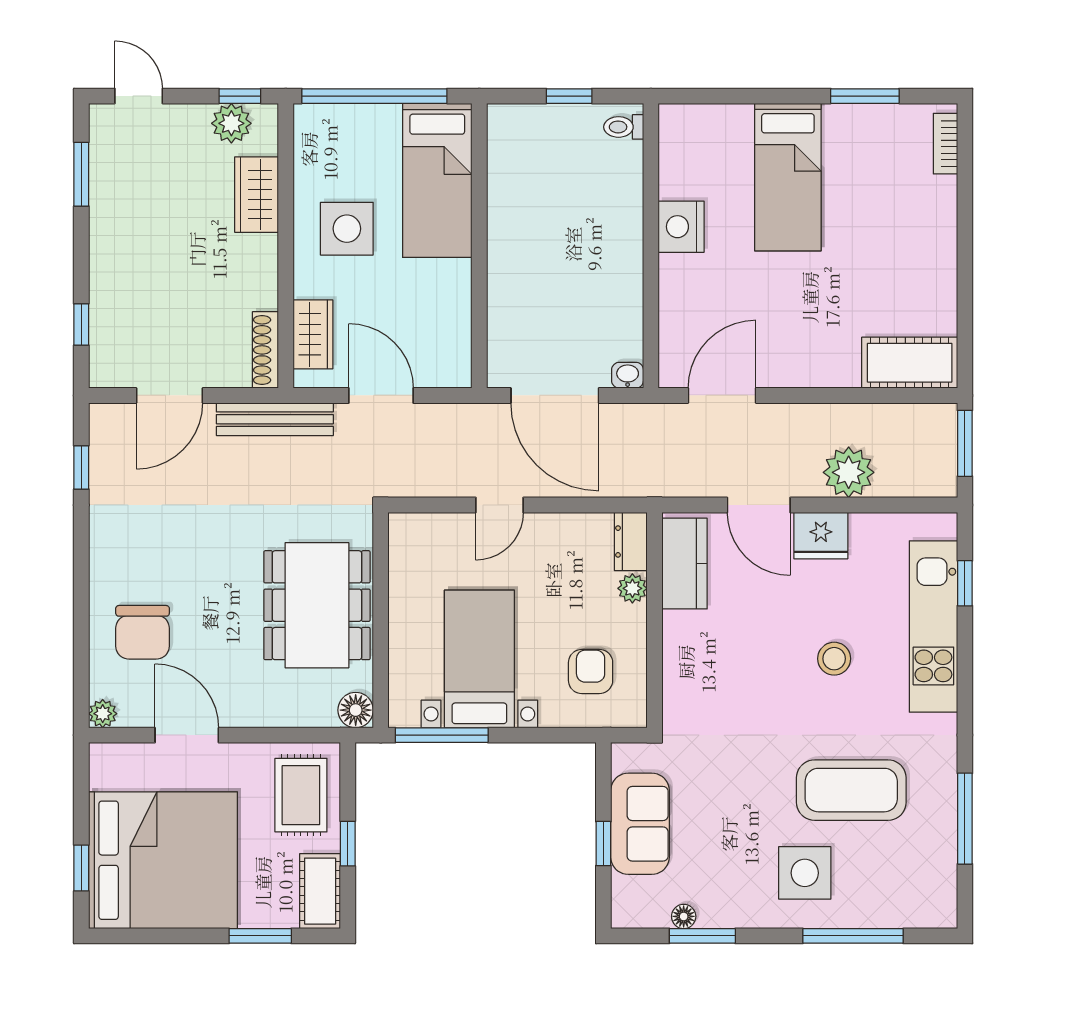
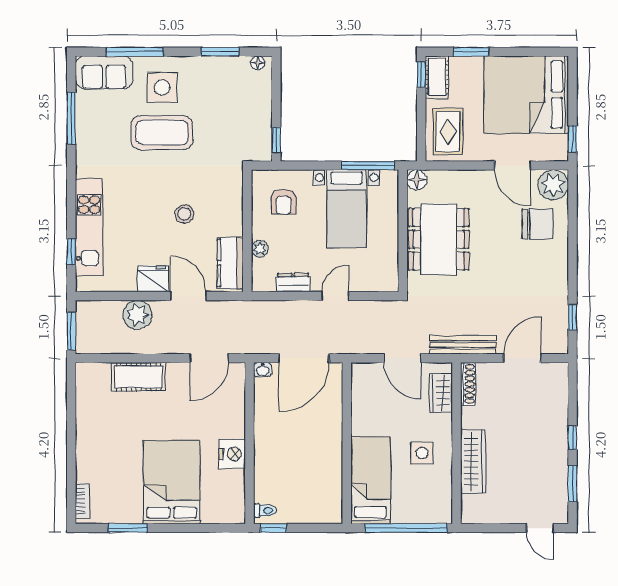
window: (240, 96) -> (483, 528), removed
window: (569, 96) -> (273, 528), moved
plant: (231, 123) -> (487, 513), removed
bed: (788, 177) -> (172, 482), width x1.50
wardrobe: (257, 195) -> (473, 461), width x1.50
side table: (347, 229) -> (422, 453), width x0.73, depth x0.73
window: (81, 325) -> (572, 438), moved
cot: (910, 363) -> (138, 377), moved
door: (555, 395) -> (304, 358), swing flipped
dresser: (631, 542) -> (293, 283), moved, turned -90
chair: (143, 632) -> (538, 224), turned 90
stool: (834, 659) -> (184, 214), moved
plant: (103, 714) -> (553, 185), width x1.88, depth x1.88
coffee table: (851, 790) -> (162, 133), moved
sofa: (640, 824) -> (104, 72), moved, turned -90
window: (348, 844) -> (421, 74), moved
window: (603, 844) -> (276, 140), moved
window: (81, 868) -> (572, 139), moved
floor lamp: (684, 916) -> (258, 63), moved

